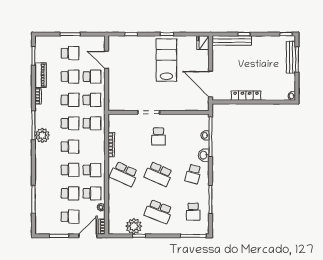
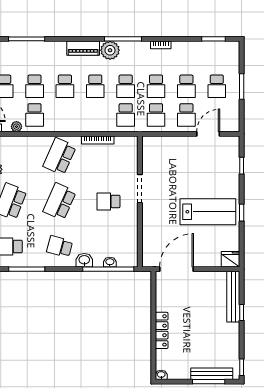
piano: (41, 75) -> (83, 48), moved
locker: (246, 96) -> (162, 330), moved
school desk: (92, 170) -> (65, 115), removed

